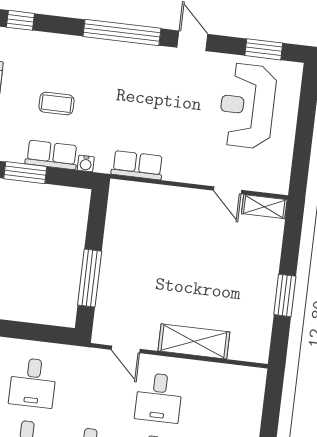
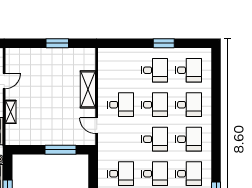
shelving: (264, 207) -> (11, 112), moved
door: (126, 349) -> (97, 126), swing flipped

